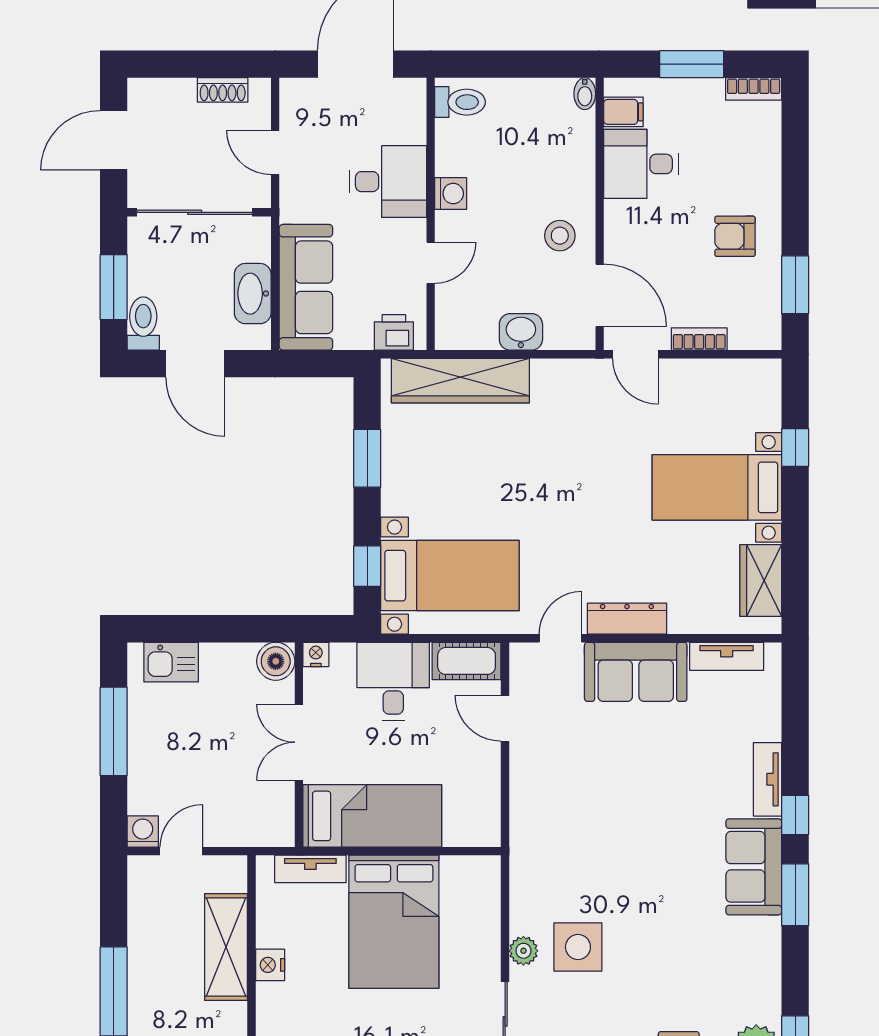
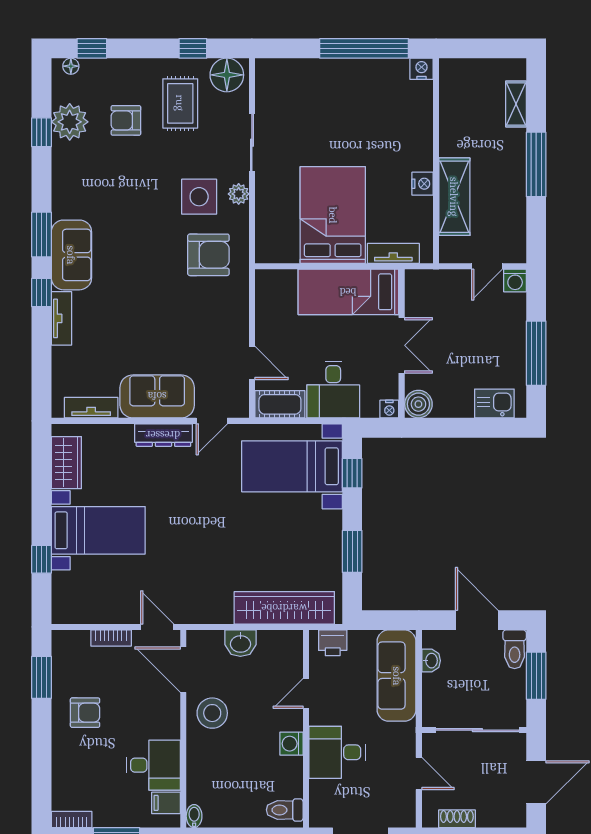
stool: (560, 236) -> (212, 713), width x1.38, depth x1.38
washbasin: (253, 294) -> (431, 661), width x0.52, depth x0.69
armchair: (565, 867) -> (208, 255), added

